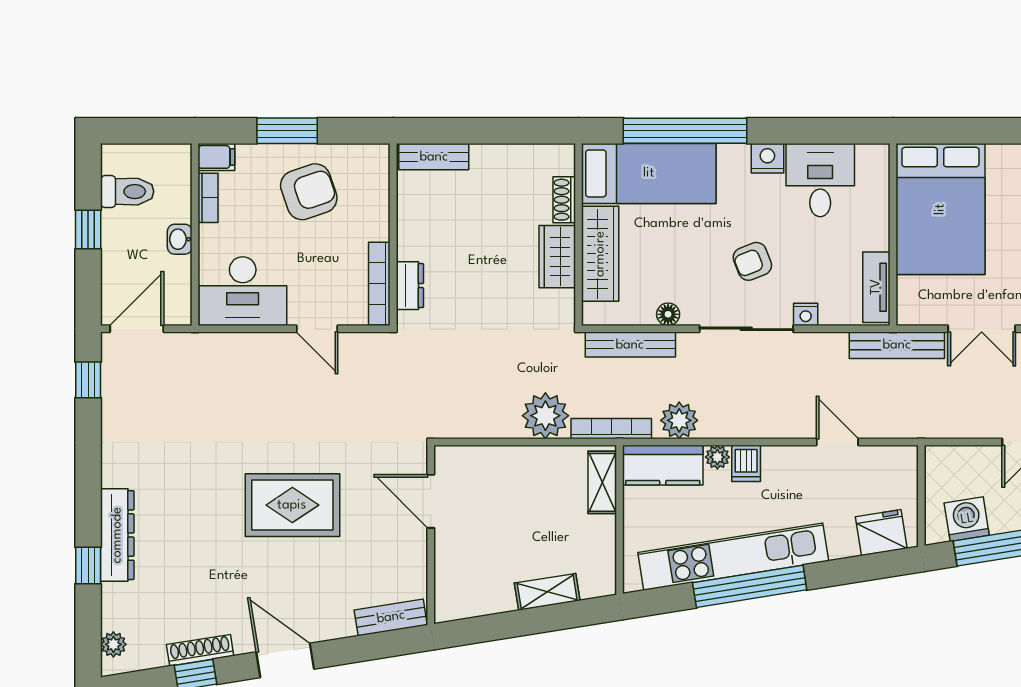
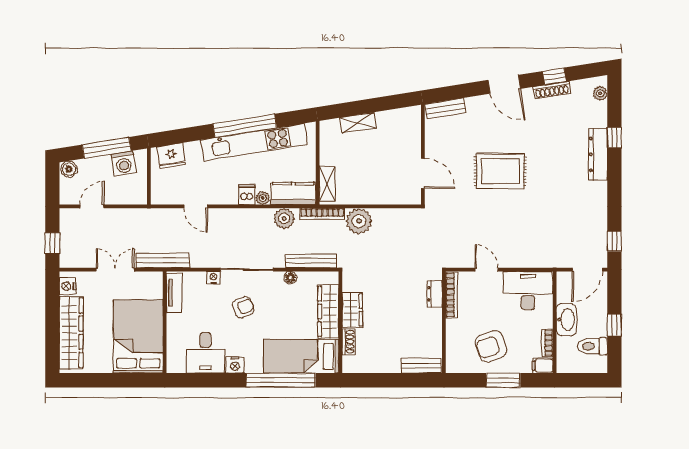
washbasin: (180, 239) -> (566, 320), width x1.91, depth x1.45

